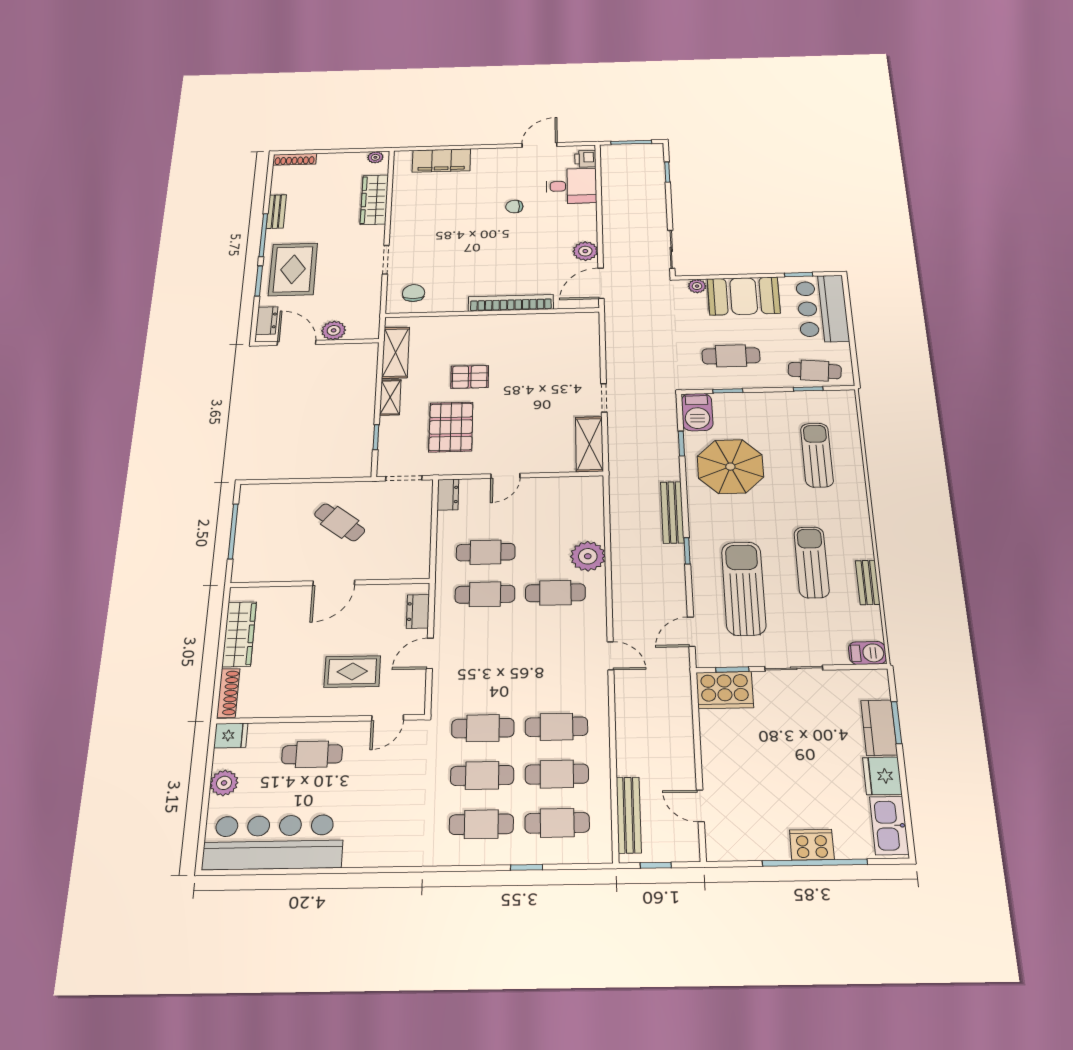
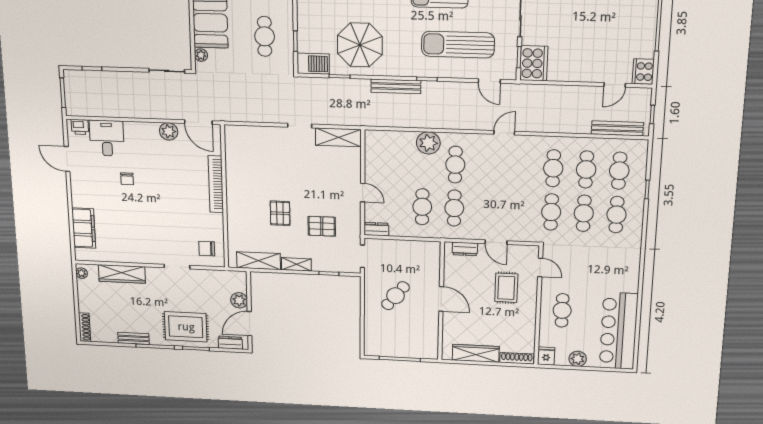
pallet: (451, 427) -> (322, 226), width x0.67, depth x0.71
cooker: (812, 845) -> (643, 72), moved

